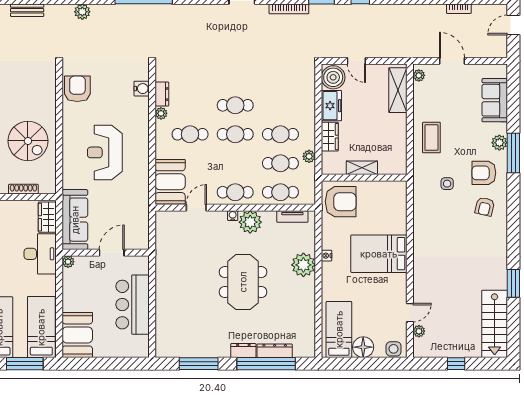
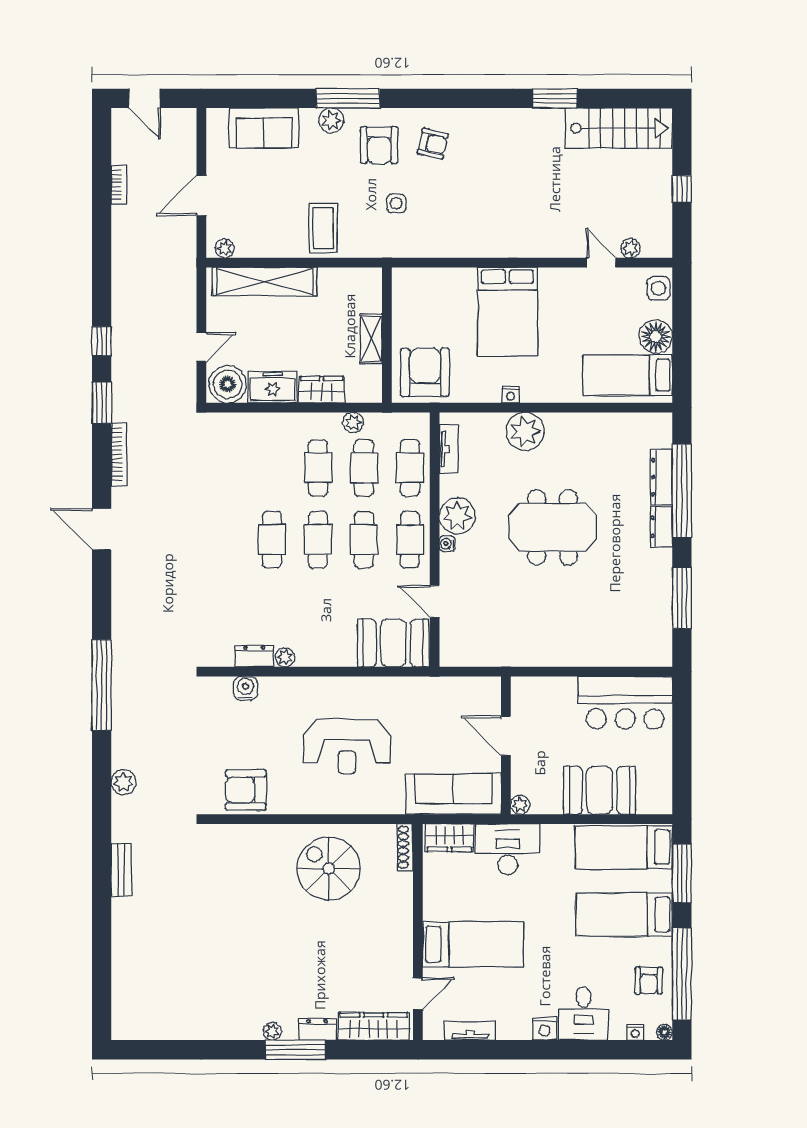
shelving: (398, 90) -> (265, 282), width x1.47
cafe table: (190, 134) -> (364, 540), moved
coffee table: (431, 138) -> (323, 228), turned 90
spiral stairs: (28, 141) -> (329, 869), turned -90
shoe rack: (23, 189) -> (405, 847), moved
bar counter: (133, 305) -> (625, 703), moved
booth: (77, 335) -> (600, 790), moved

